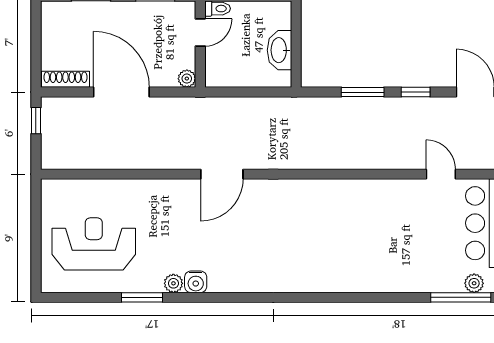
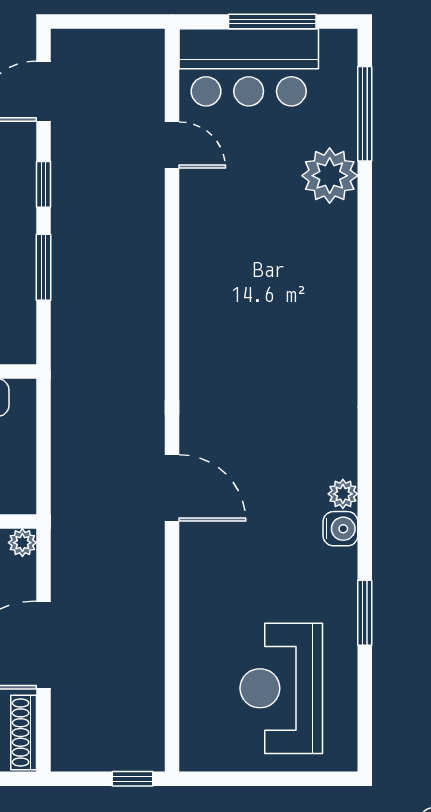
window: (36, 121) -> (132, 779), moved
door: (441, 174) -> (172, 145), swing flipped
plant: (173, 283) -> (343, 494), moved
plant: (474, 283) -> (330, 176), moved, width x1.87, depth x1.87

